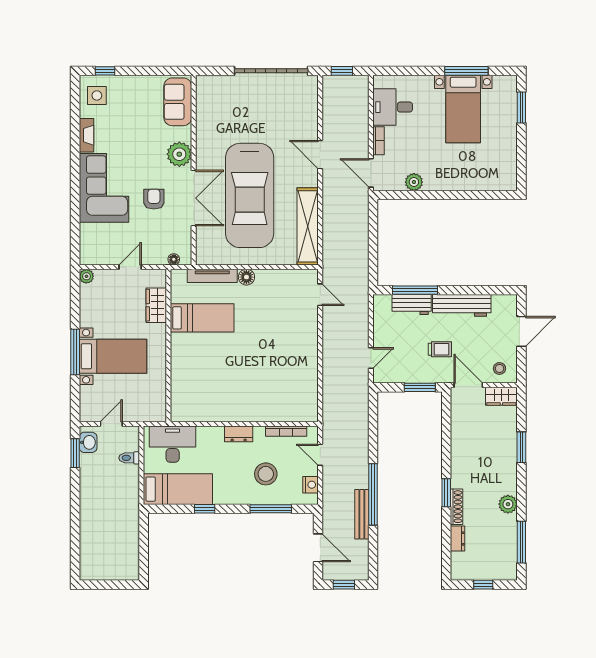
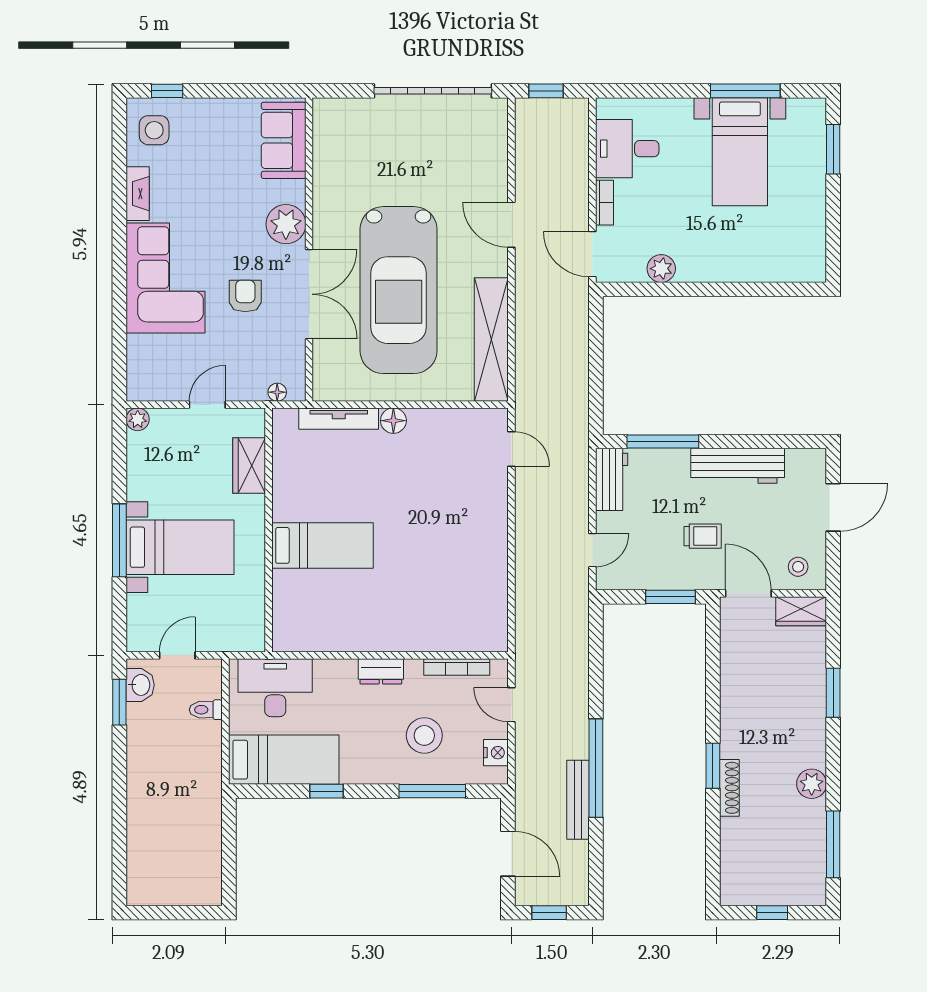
workbench: (412, 304) -> (612, 479), moved, turned -90
bed: (202, 318) -> (323, 545), moved
dresser: (458, 539) -> (731, 839), removed

